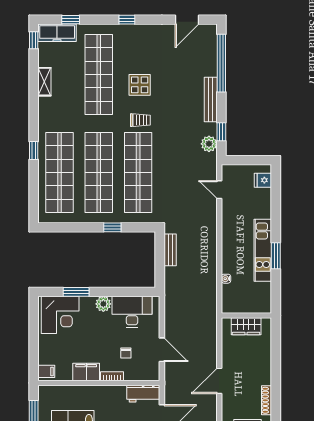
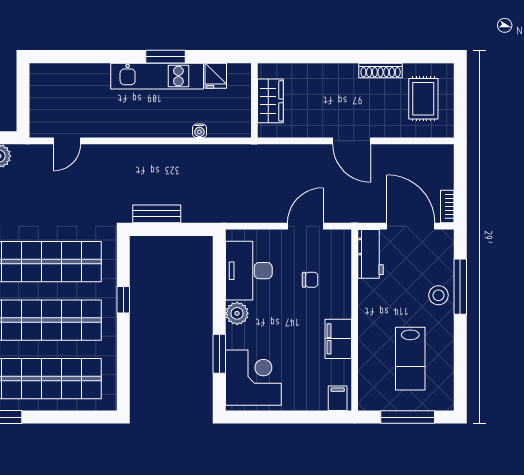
fridge: (263, 180) -> (216, 76), moved
bookcase: (112, 376) -> (345, 301), removed

